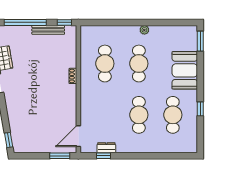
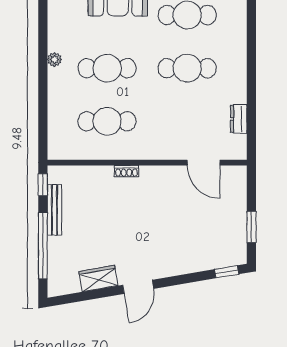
door: (78, 136) -> (204, 163), moved
window: (60, 156) -> (251, 227), moved
window: (104, 156) -> (251, 123), removed

